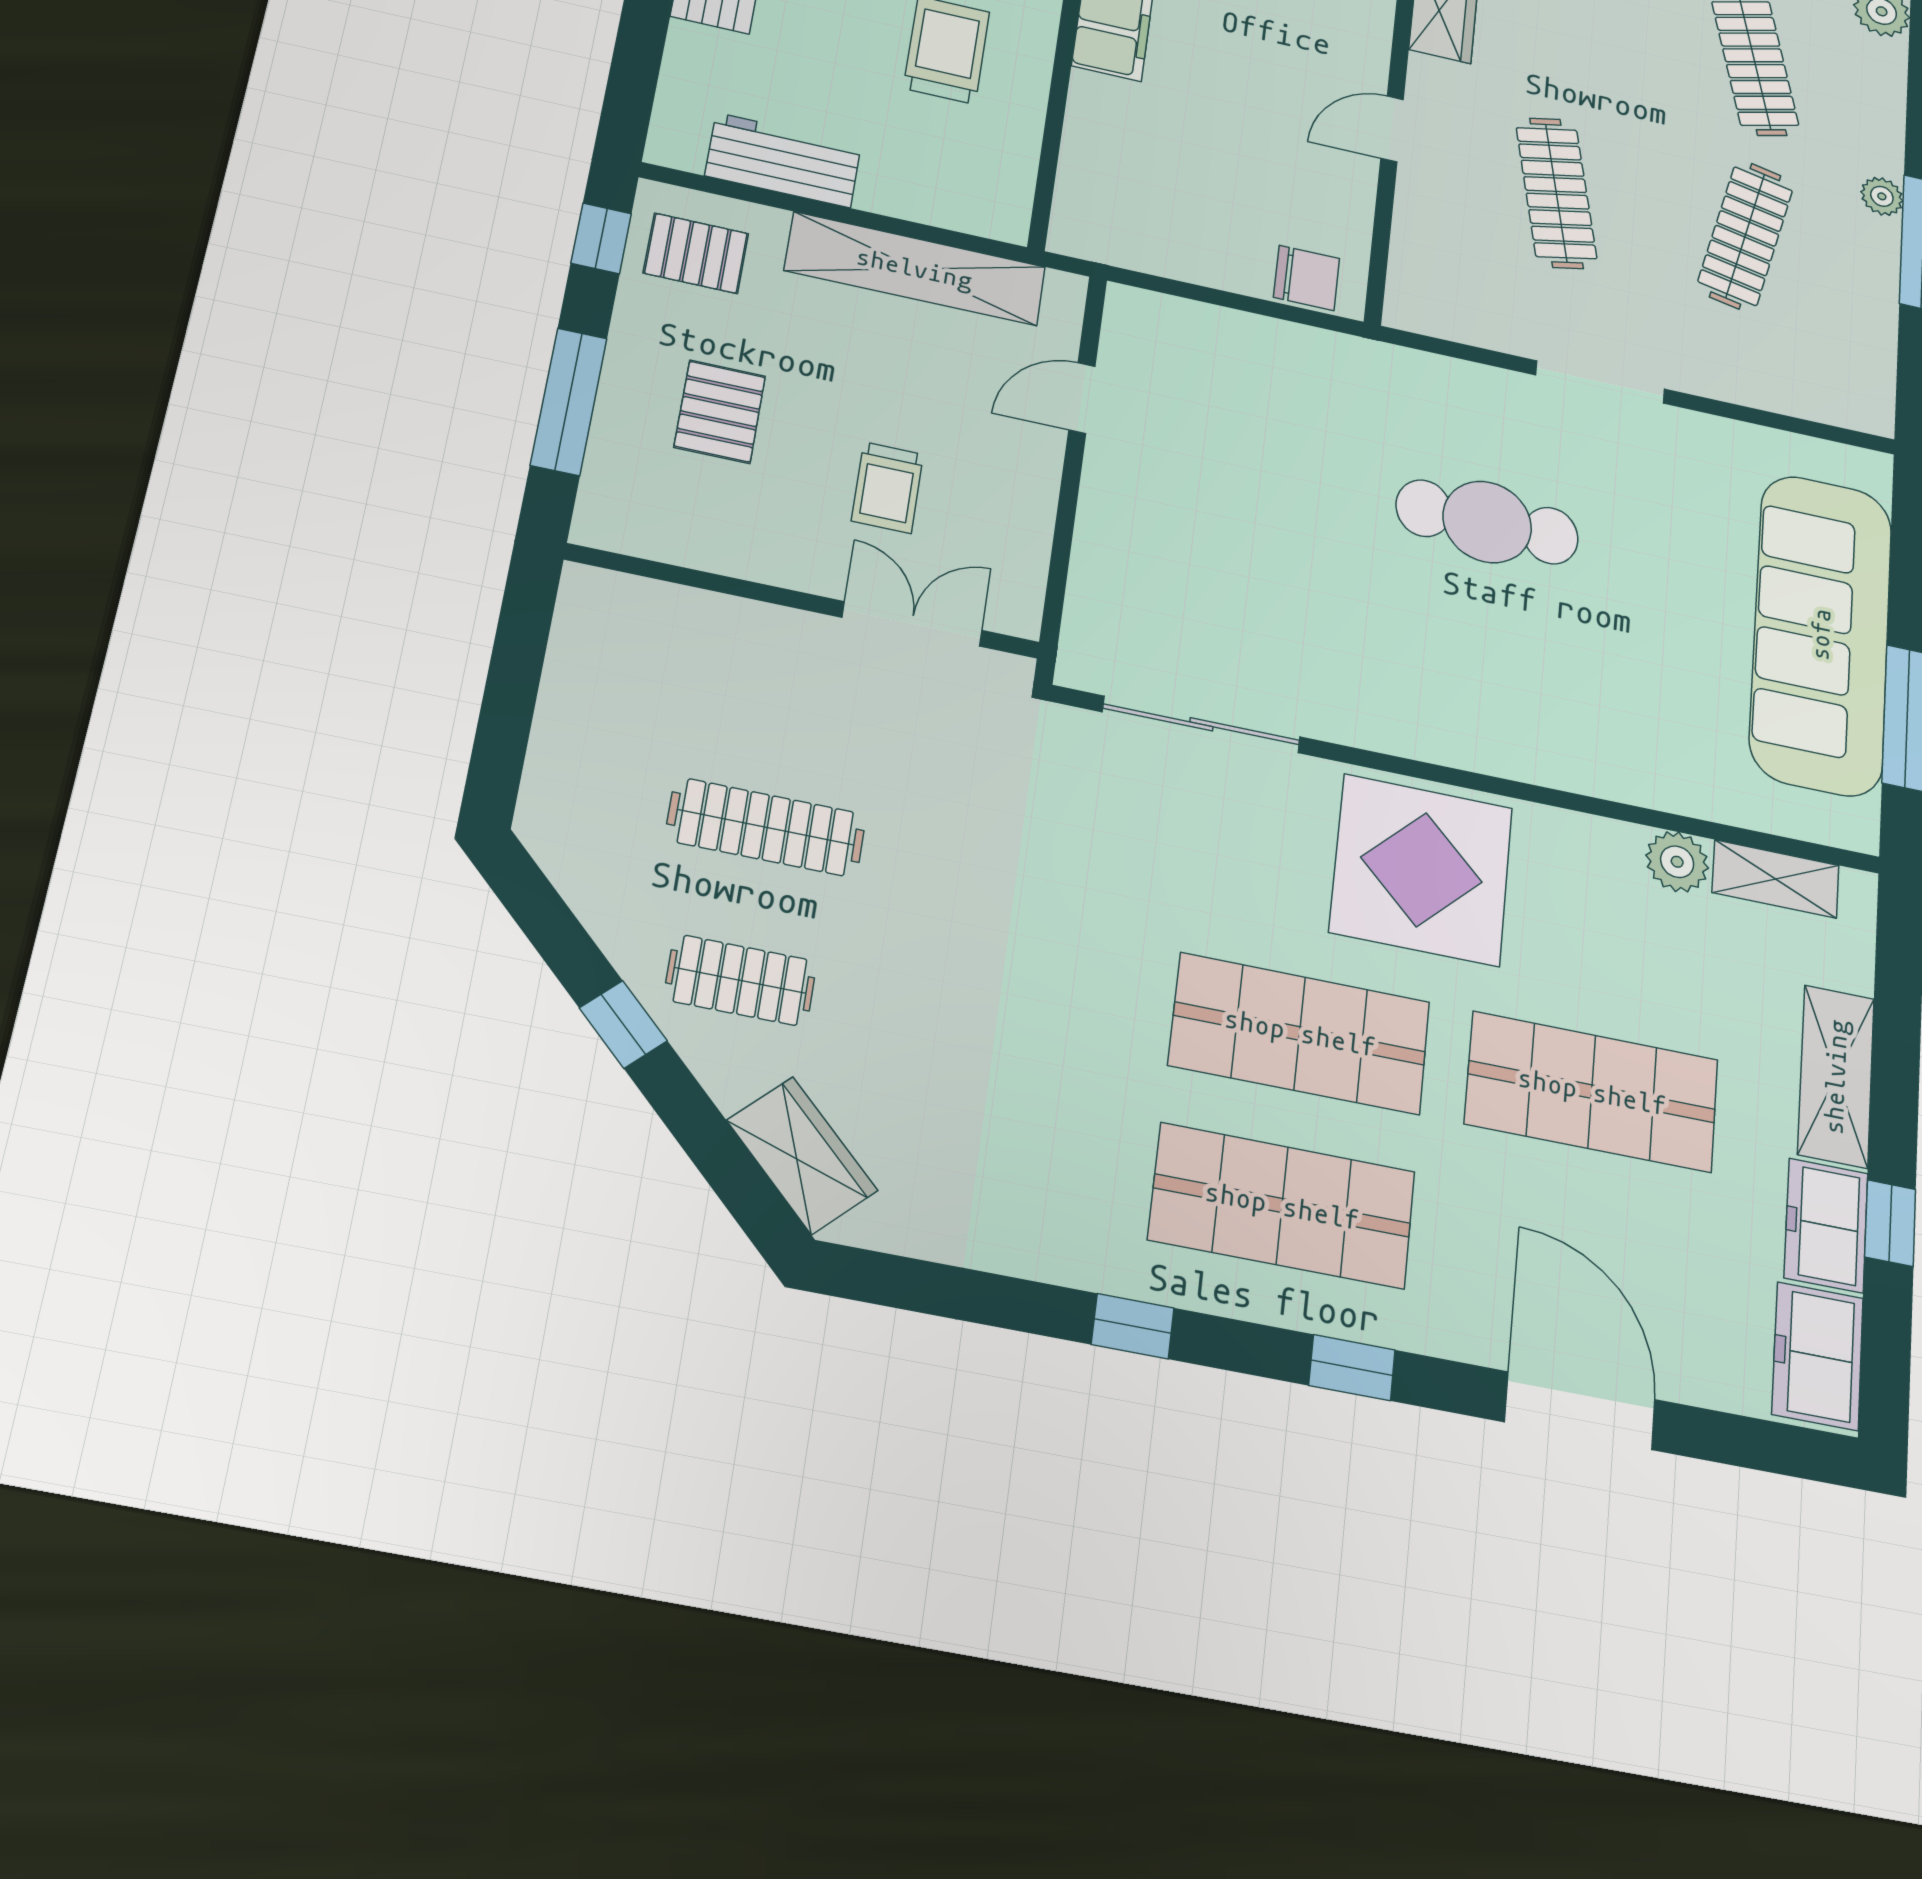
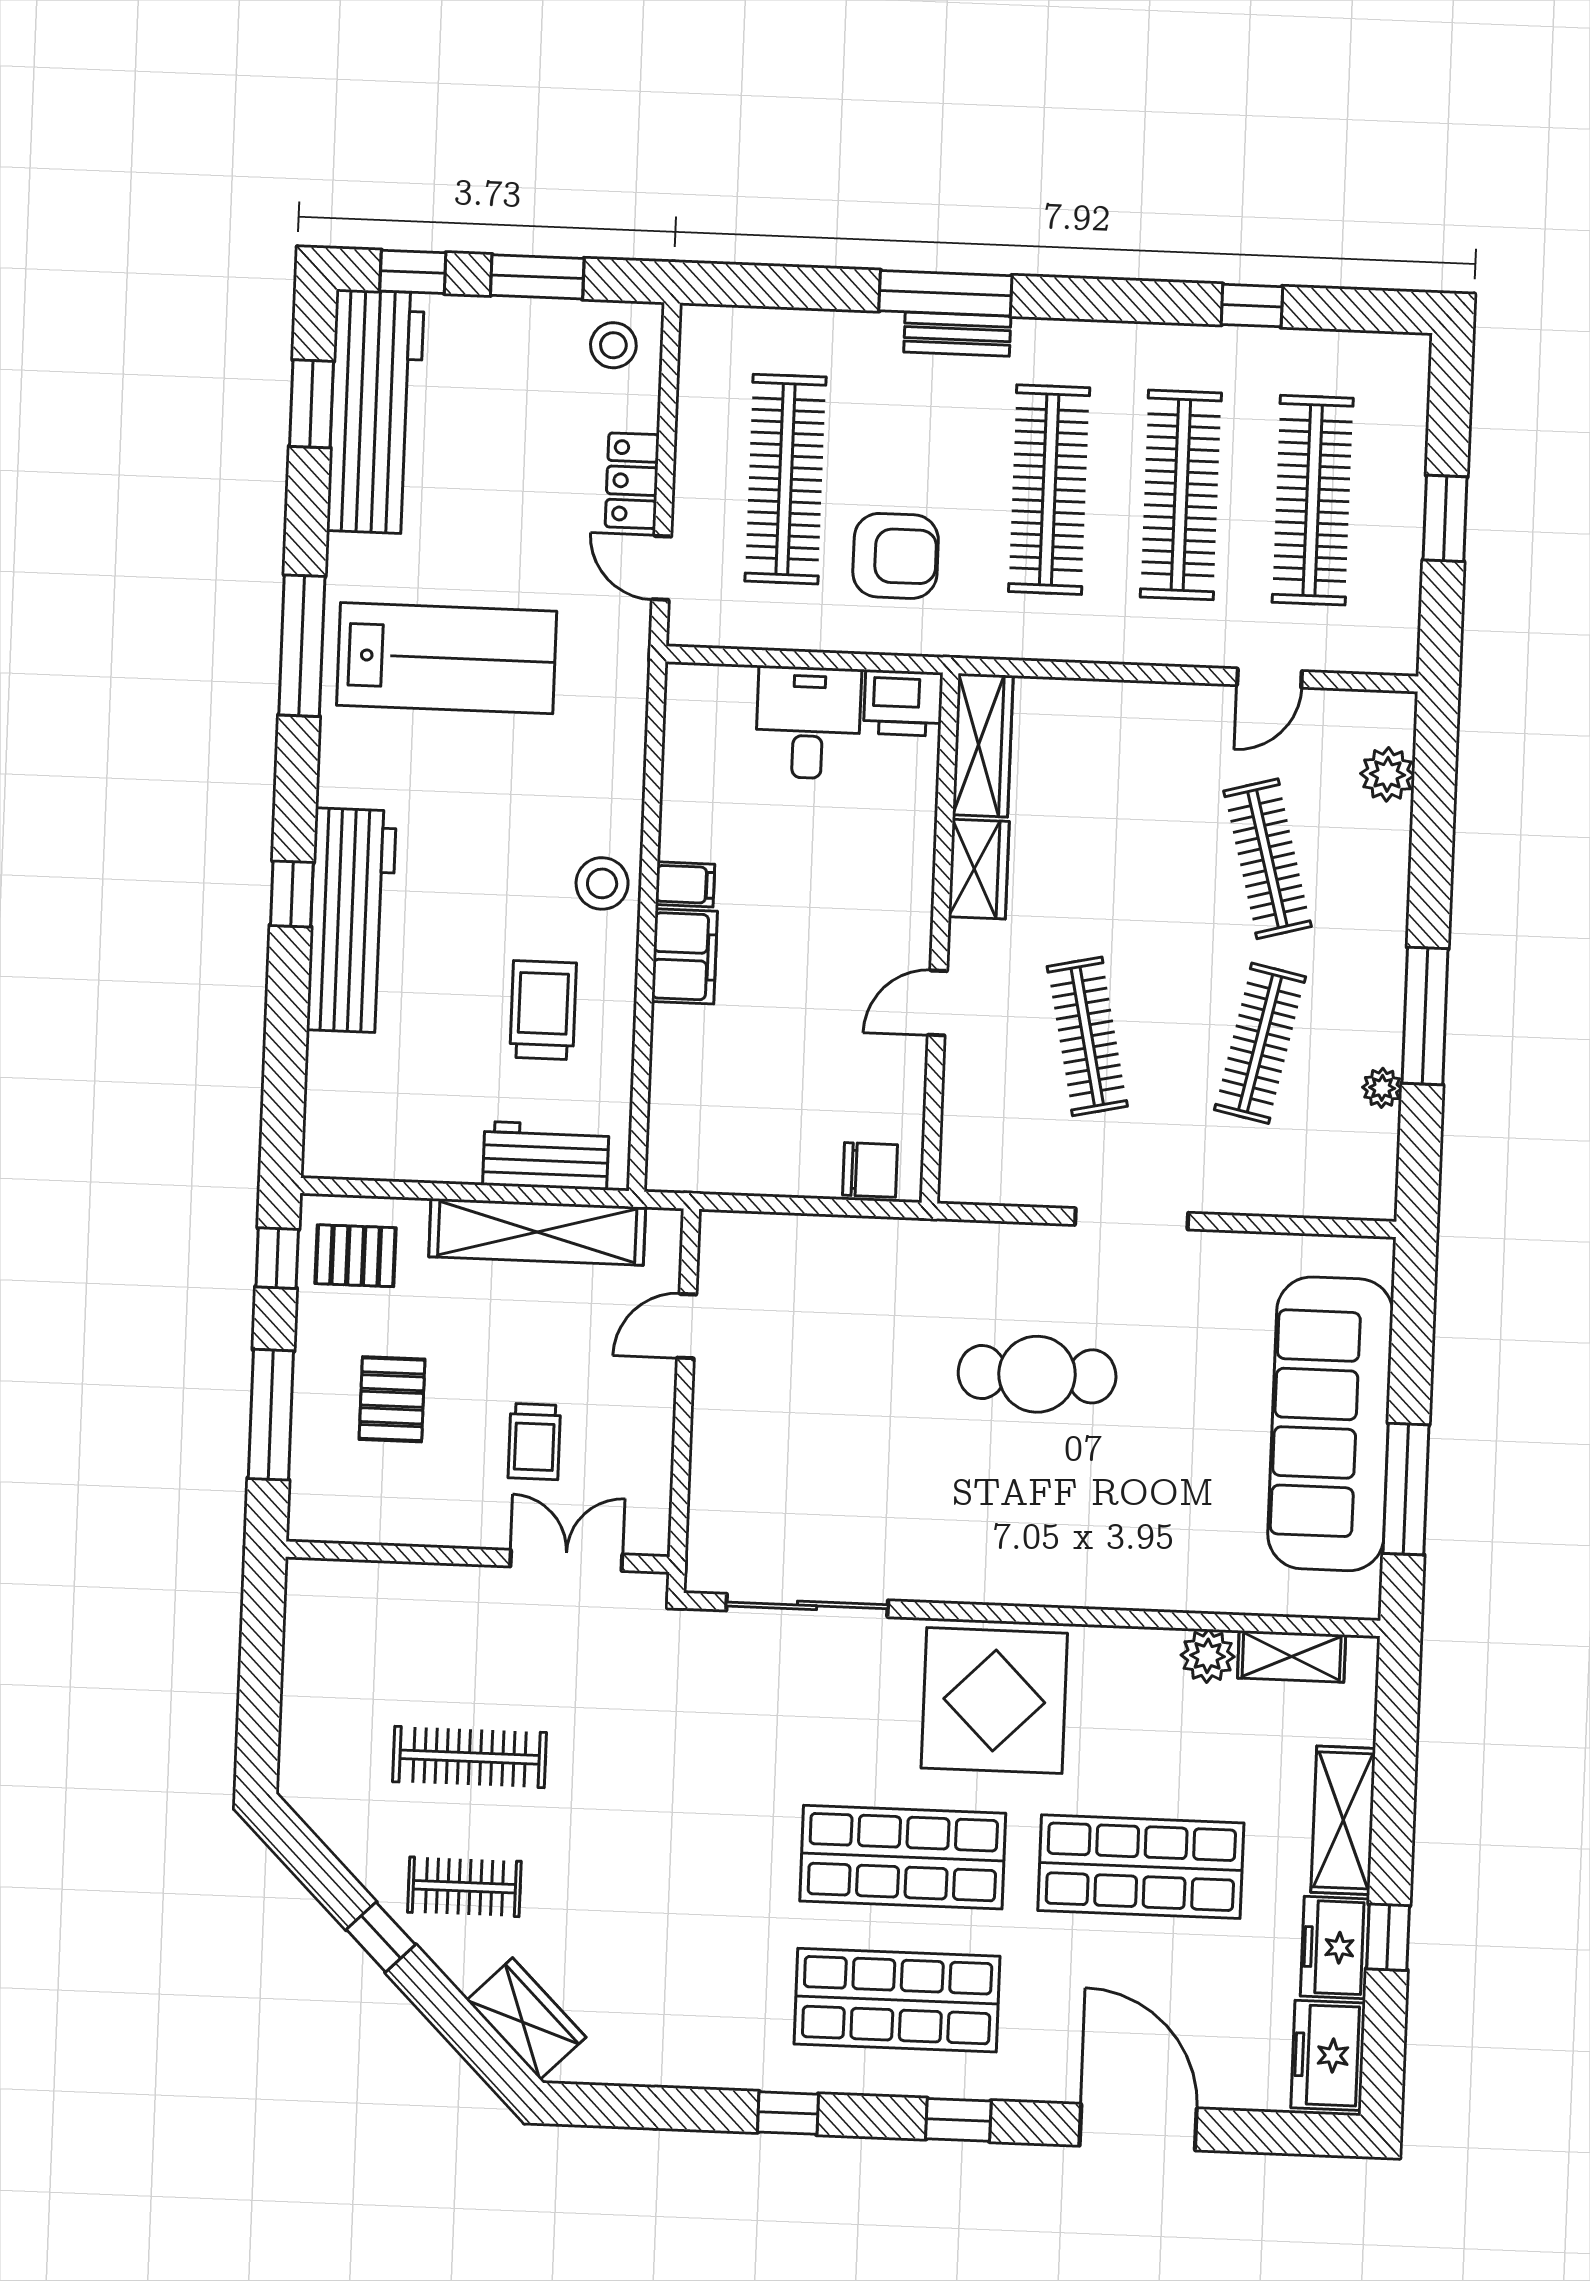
workbench: (783, 160) -> (546, 1156), moved
plant: (1882, 196) -> (1382, 1088), moved

